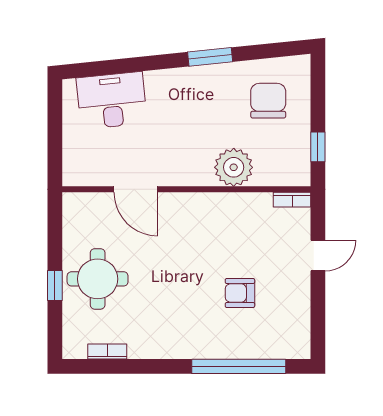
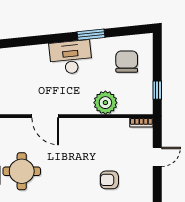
desk: (112, 100) -> (71, 57), moved

